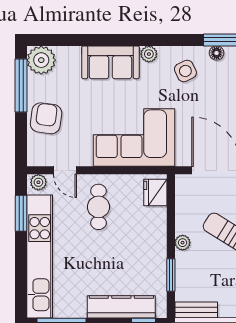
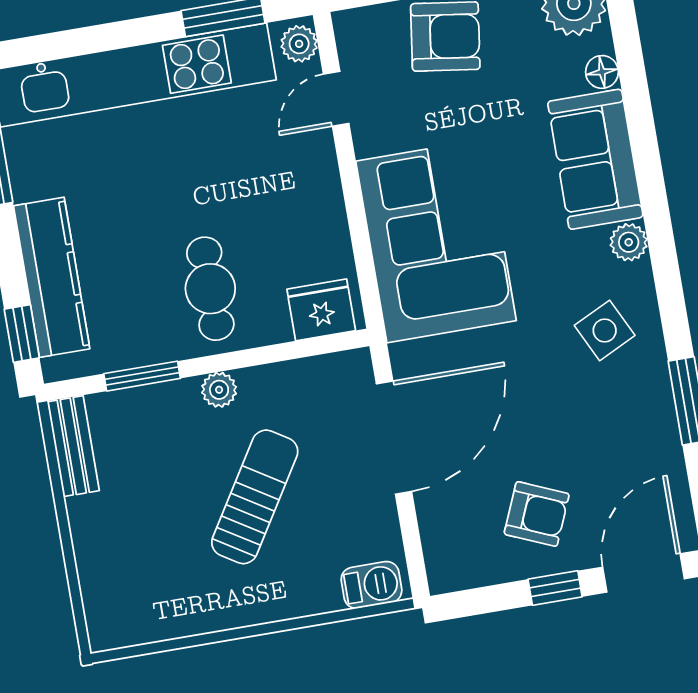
floor lamp: (217, 53) -> (602, 72), moved
cafe table: (98, 207) -> (210, 289), moved, turned 90

